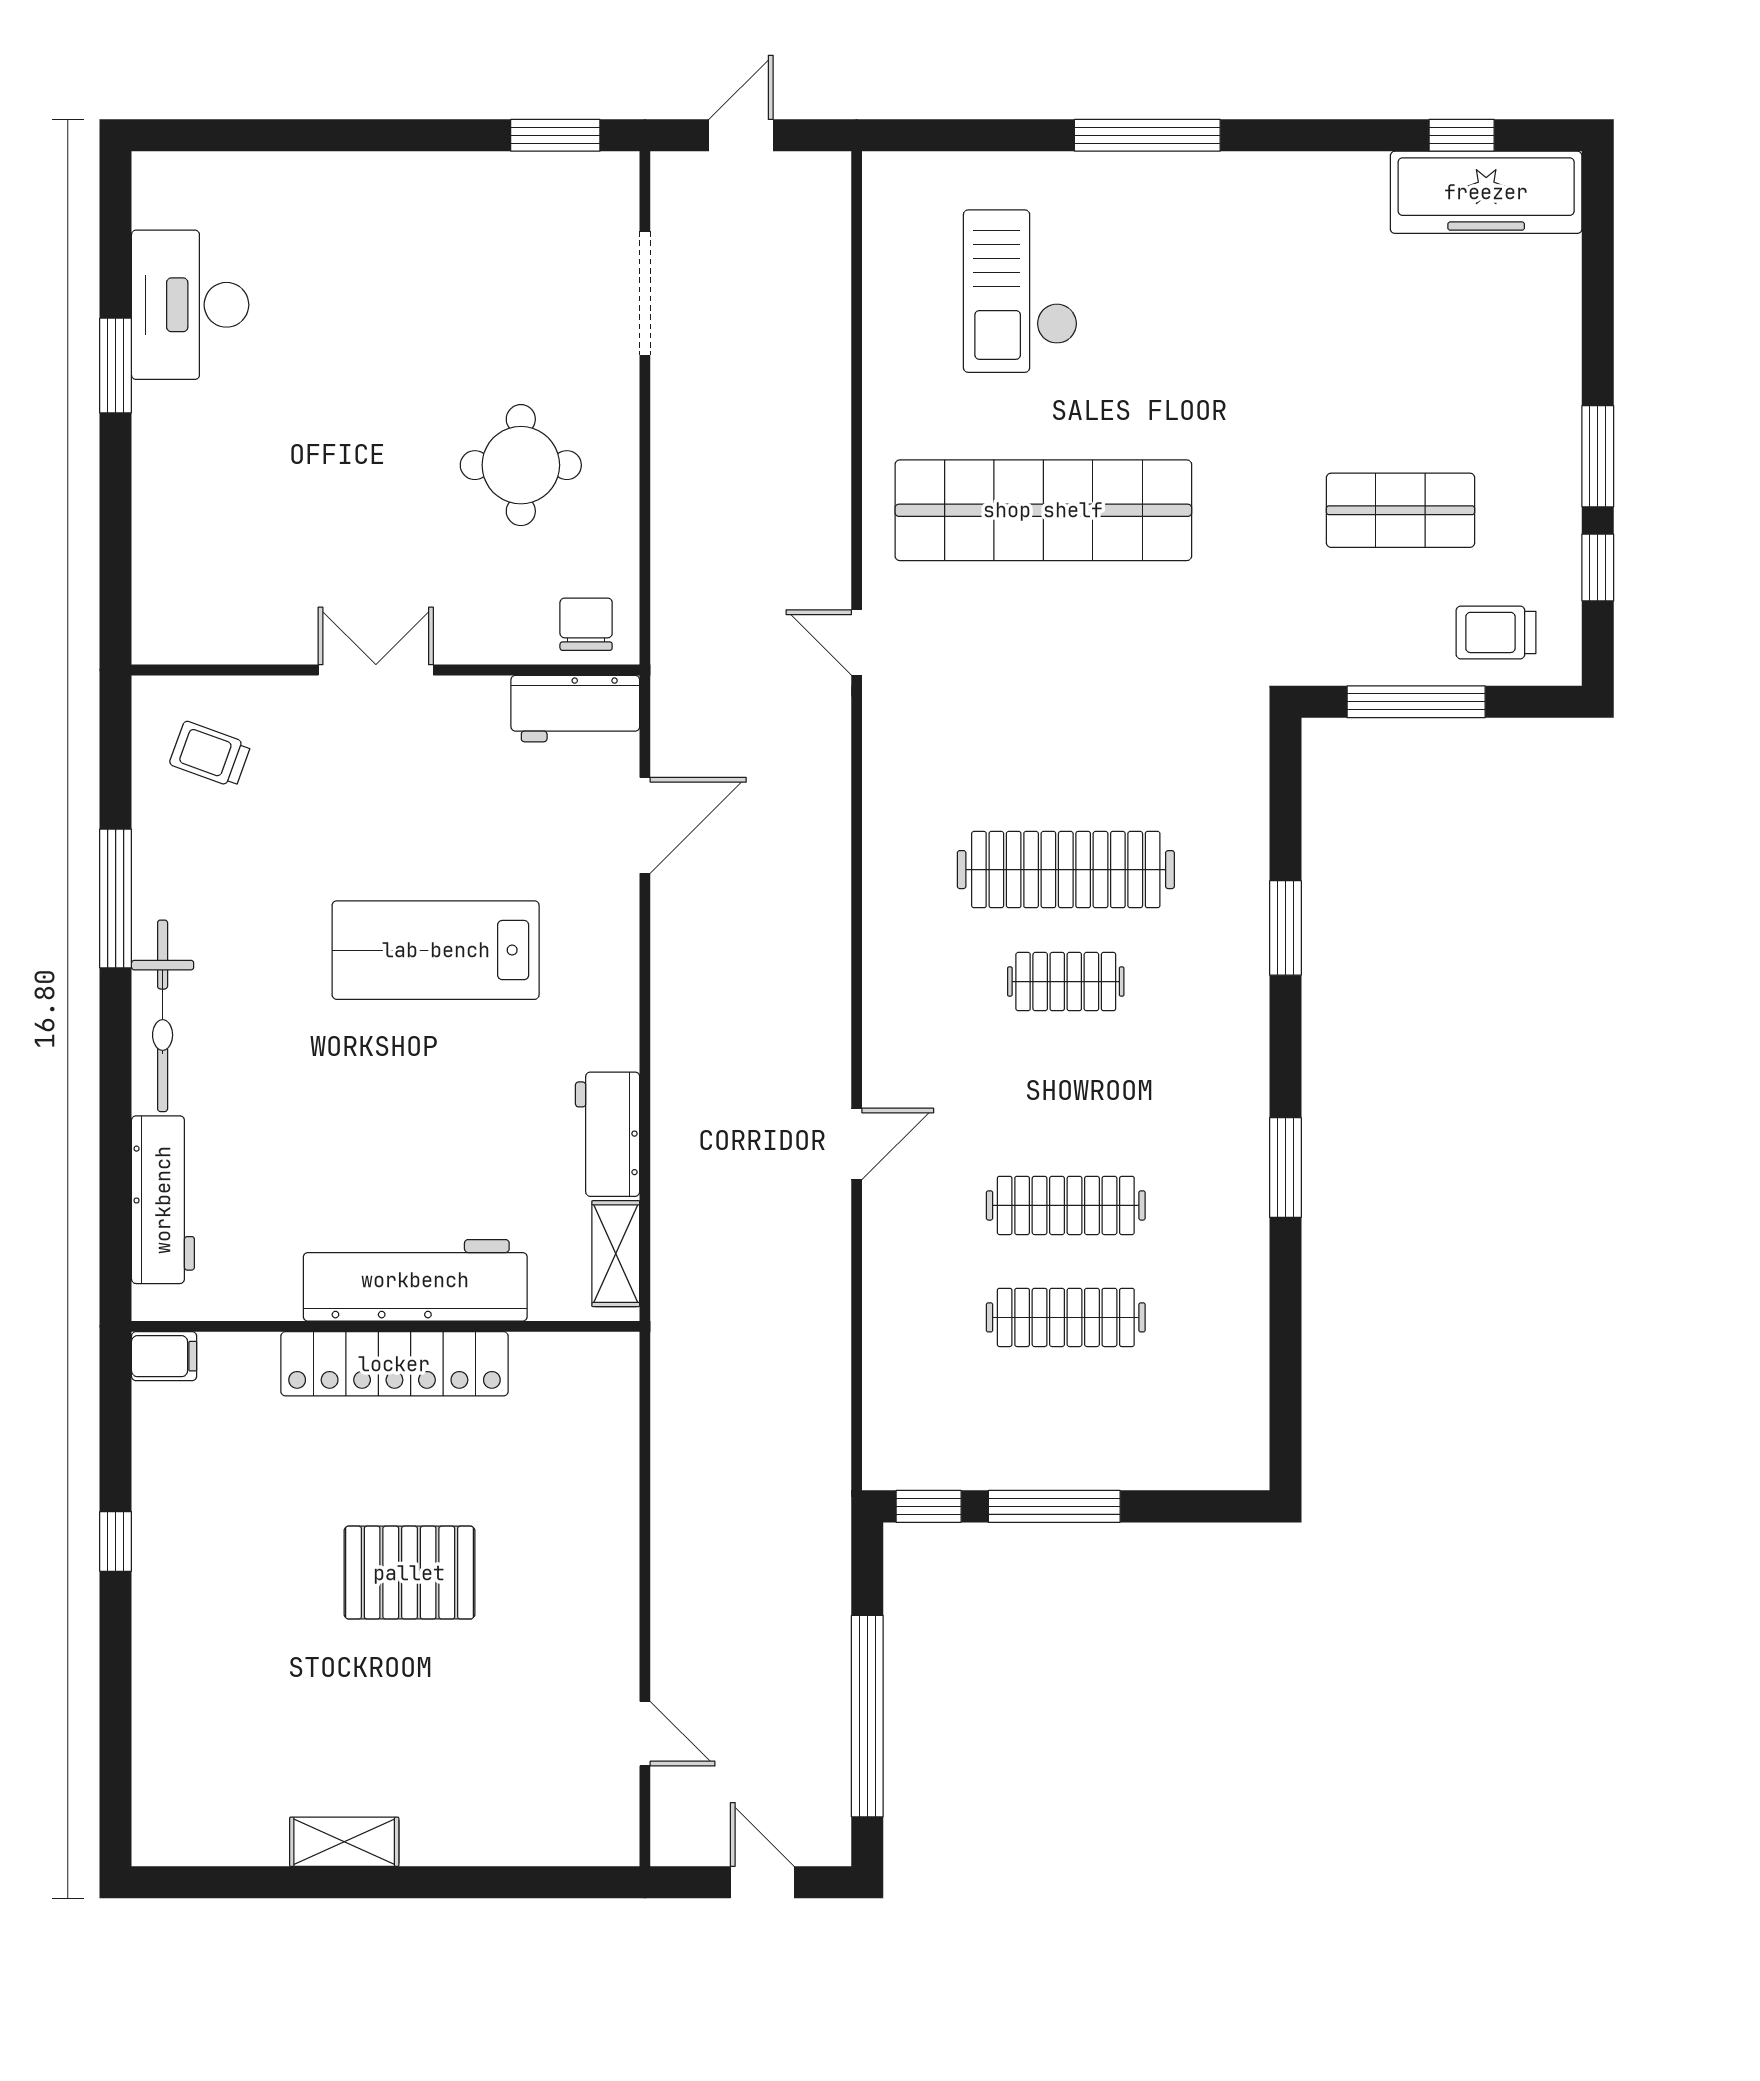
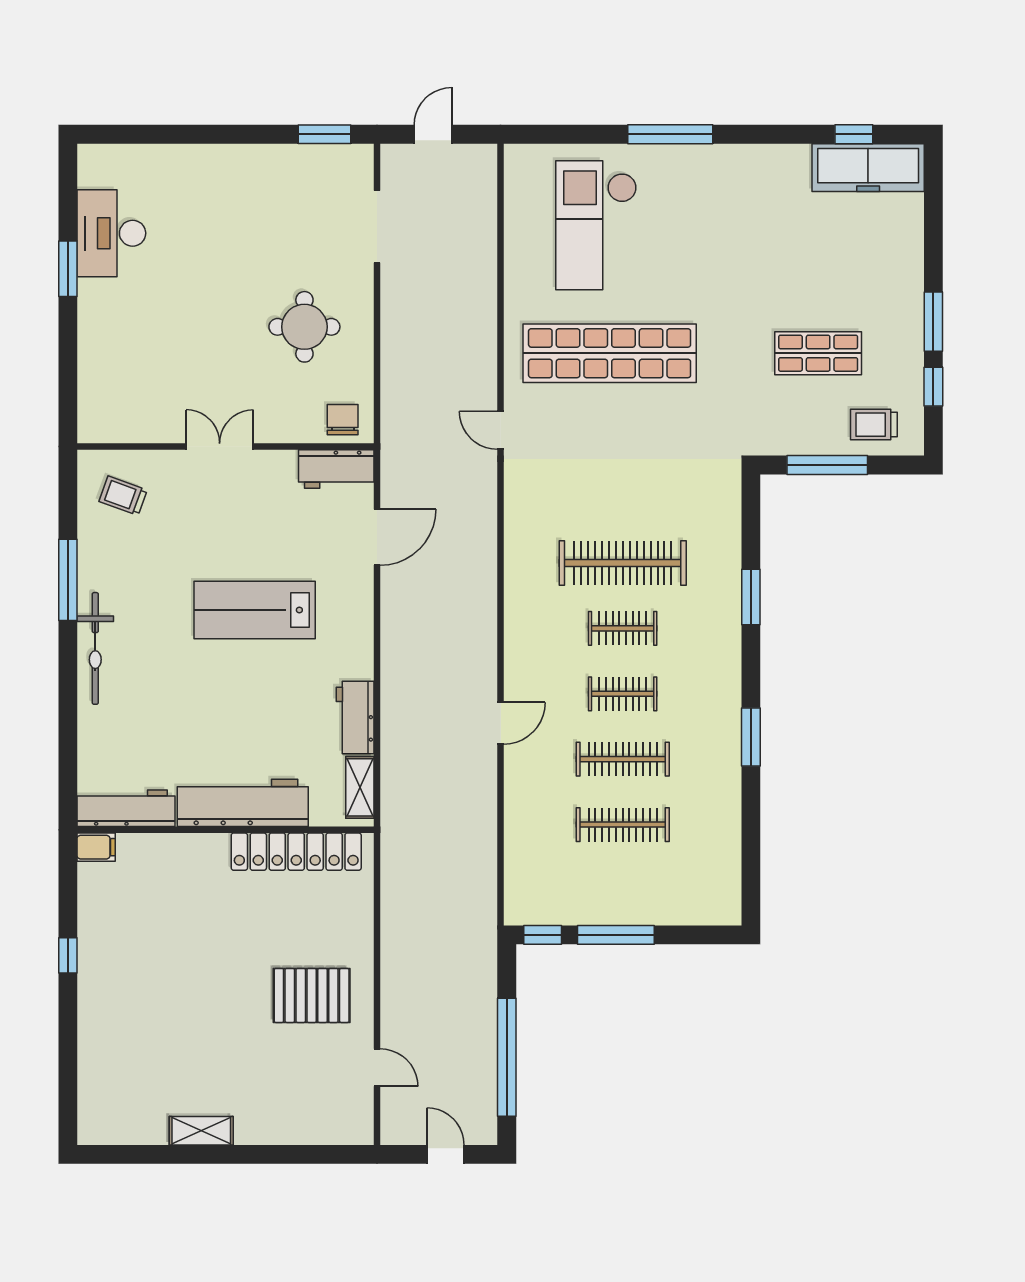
checkout: (1020, 291) -> (596, 225), width x1.36, depth x1.21
clothes rail: (1066, 1093) -> (623, 694), added
workbench: (163, 1200) -> (126, 808), moved, turned -90
locker: (394, 1364) -> (296, 852), moved
pallet: (409, 1573) -> (312, 995), moved

